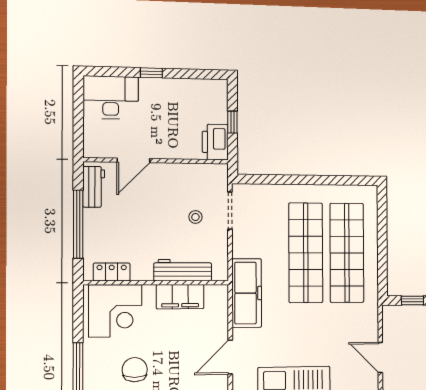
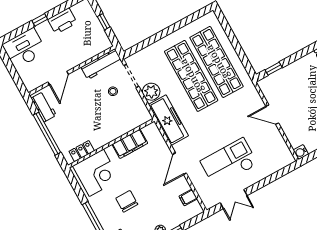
printer: (215, 142) -> (62, 21), moved, turned -90
plant: (244, 245) -> (151, 92), added
workbench: (183, 270) -> (101, 64), moved, turned 180

